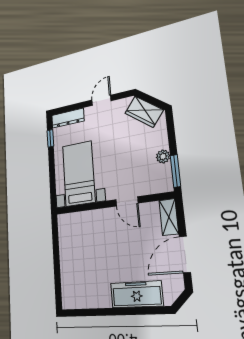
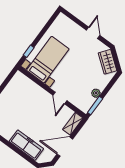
door: (101, 100) -> (93, 33), hinge flipped
dresser: (68, 118) -> (68, 23), removed
window: (50, 138) -> (29, 51), moved

